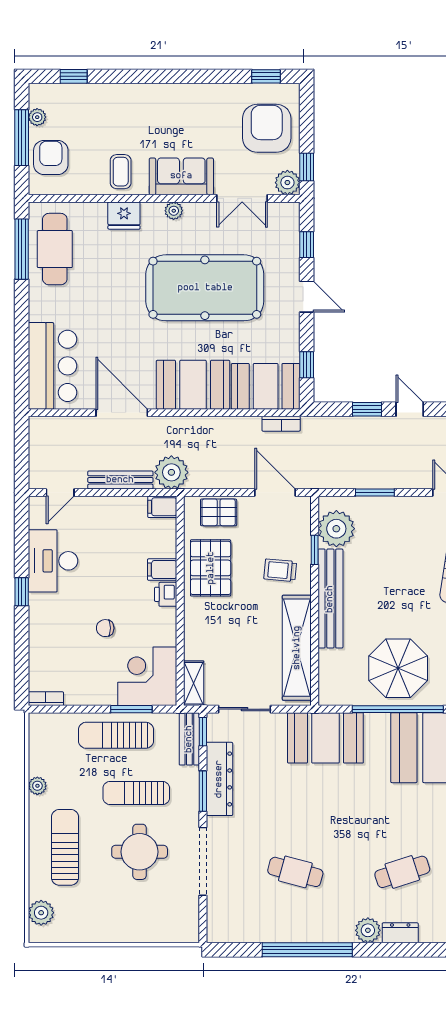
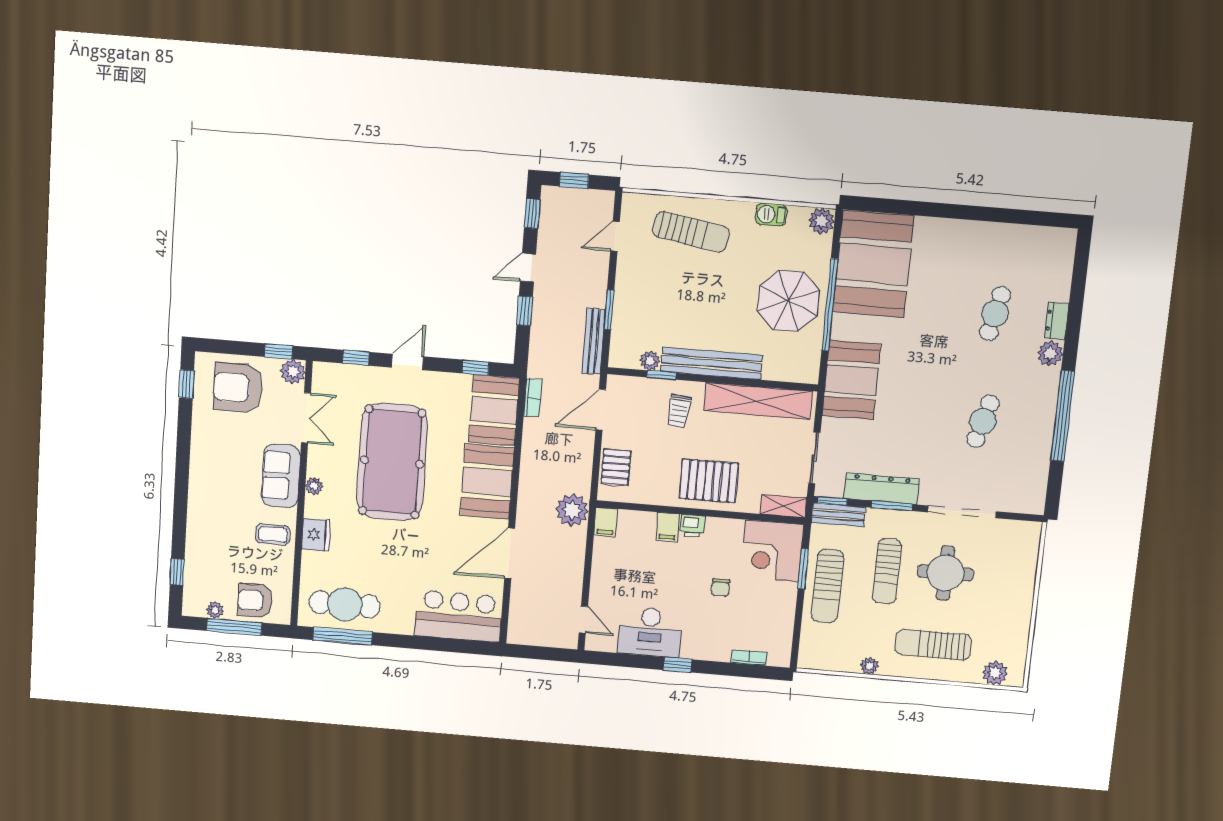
bench: (120, 480) -> (594, 341), moved
plant: (336, 529) -> (650, 361), width x0.53, depth x0.53
pallet: (211, 568) -> (709, 481), moved
bookcase: (46, 699) -> (749, 658), moved, turned 90
cafe table: (402, 872) -> (995, 314), turned 30

